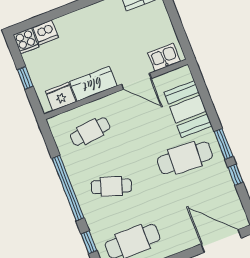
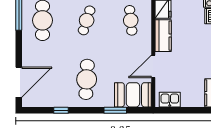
kitchen sink: (164, 57) -> (170, 100), moved, turned -90
booth: (188, 109) -> (133, 95), moved
window: (224, 144) -> (115, 110), moved

